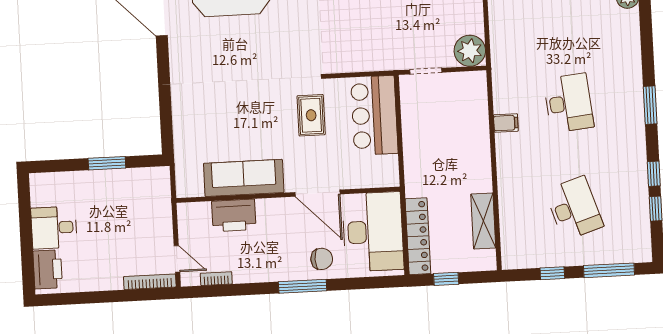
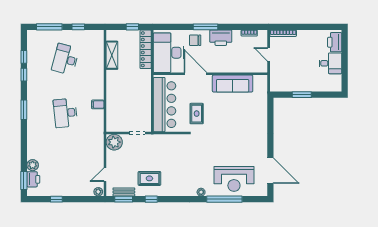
bar counter: (374, 115) -> (165, 105), width x1.36
desk: (574, 208) -> (65, 59), turned 33
printer: (234, 215) -> (221, 38), moved, turned 180
door: (177, 259) -> (269, 54), moved

